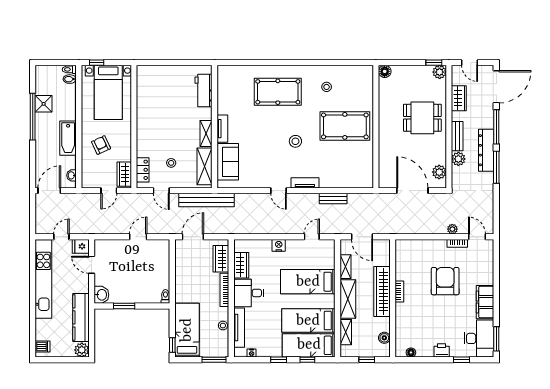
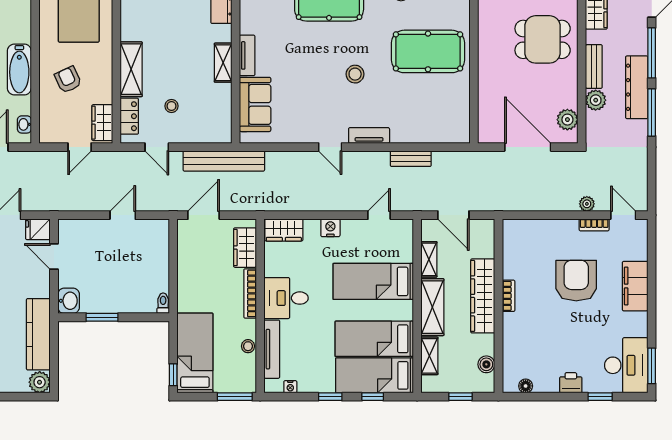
shelving: (205, 166) -> (131, 69), moved
wardrobe: (241, 265) -> (284, 230), moved, turned 90
filing cabinet: (485, 302) -> (635, 286), moved

